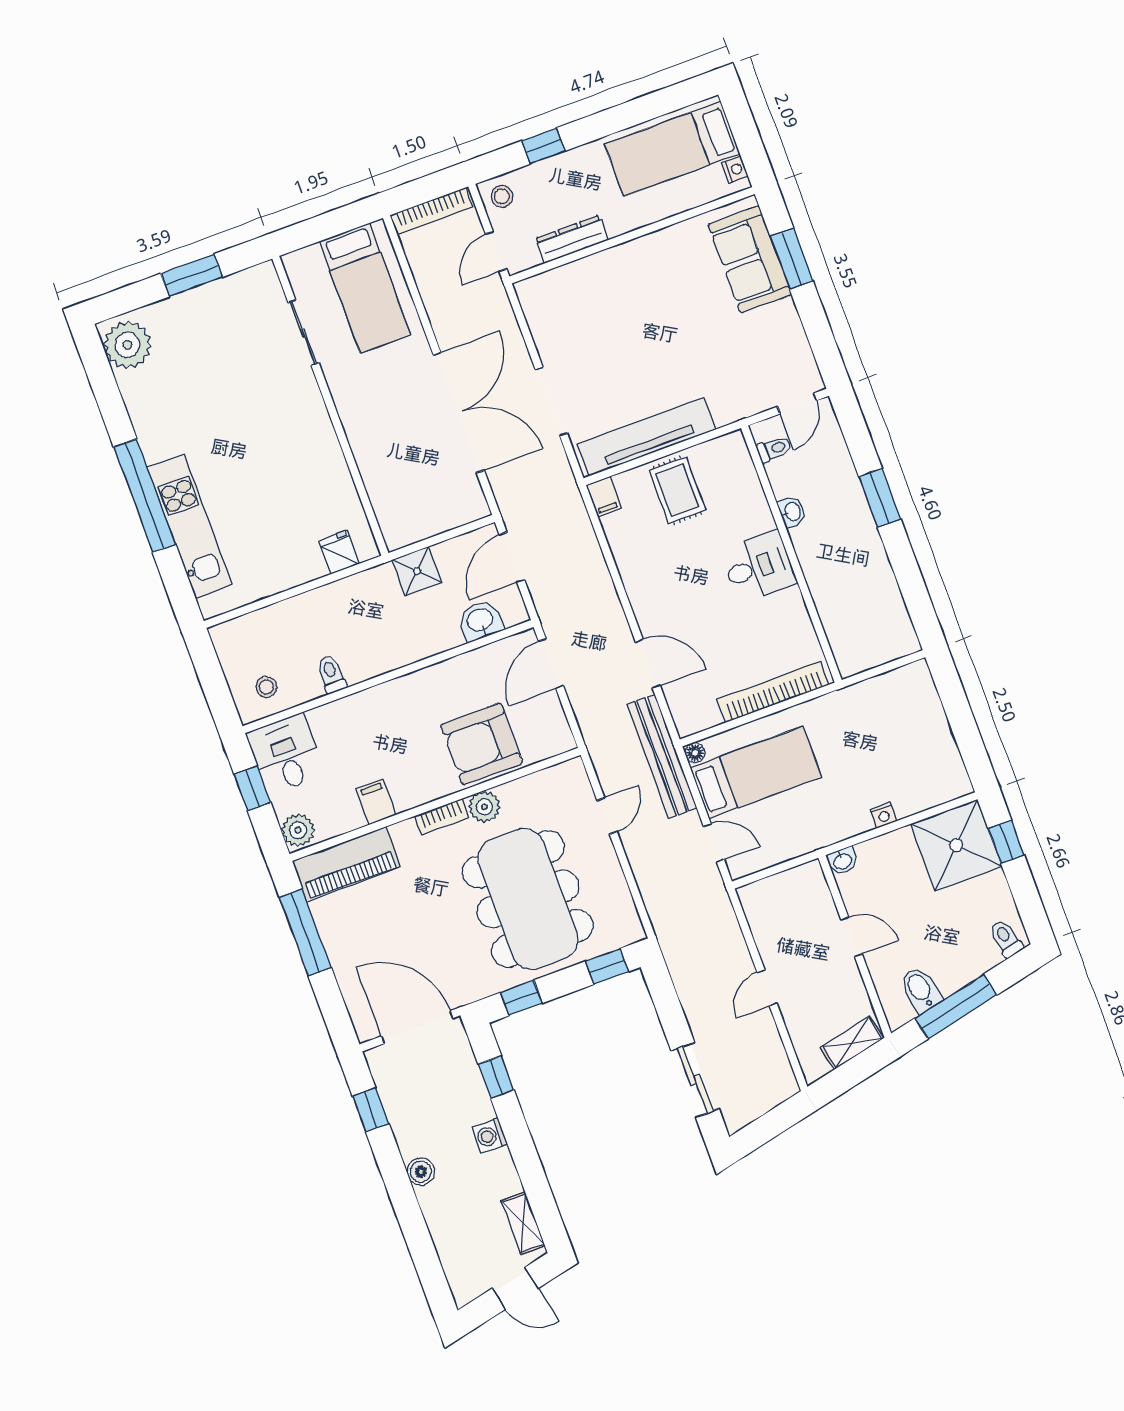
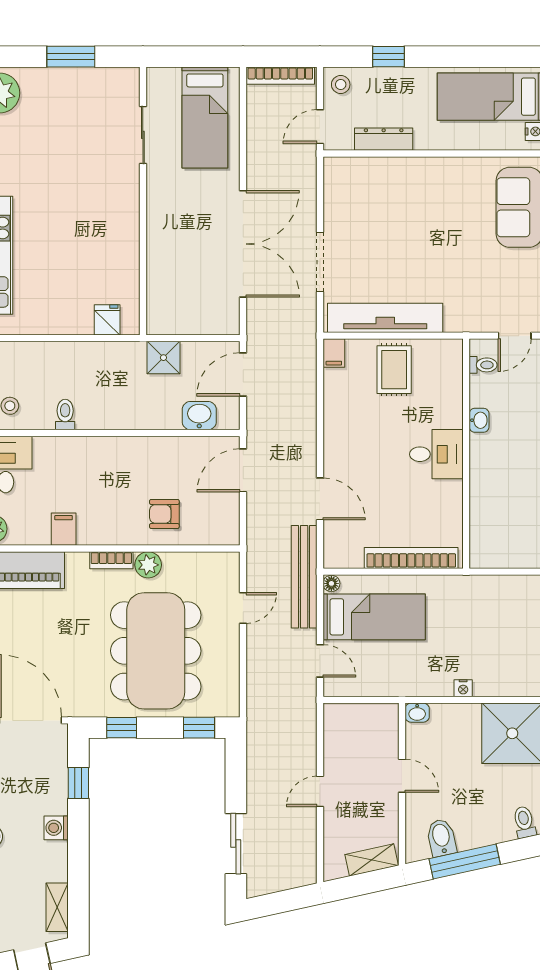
armchair: (482, 744) -> (164, 514), width x0.53, depth x0.53

